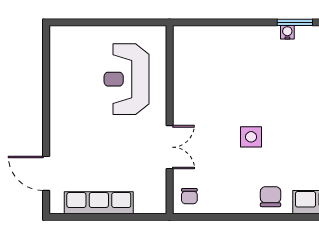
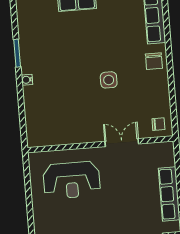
water cooler: (287, 32) -> (27, 80), moved
chair: (271, 197) -> (154, 61), turned -90

